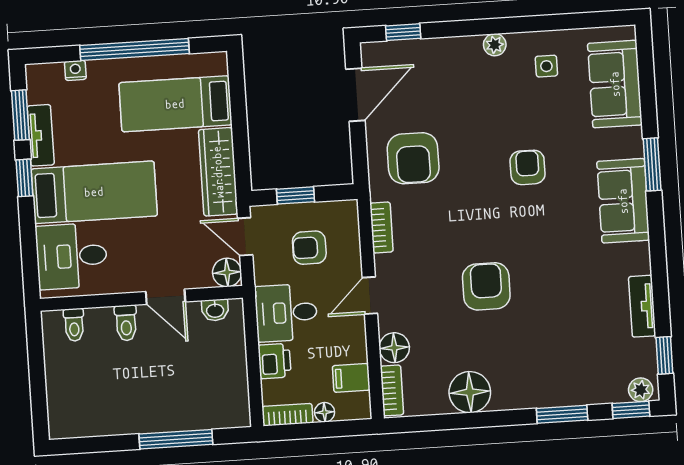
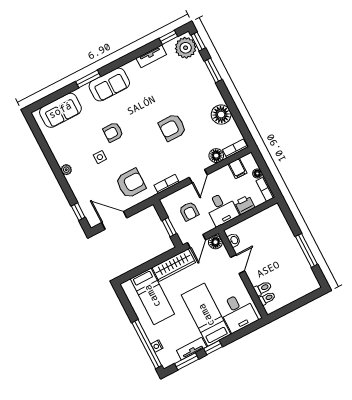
window: (135, 49) -> (147, 344), moved
side table: (546, 66) -> (100, 157), moved
door: (370, 295) -> (198, 176), hinge flipped
toilet: (126, 323) -> (263, 288), moved
plant: (641, 390) -> (186, 48), width x1.88, depth x1.88
window: (176, 439) -> (306, 250), moved

